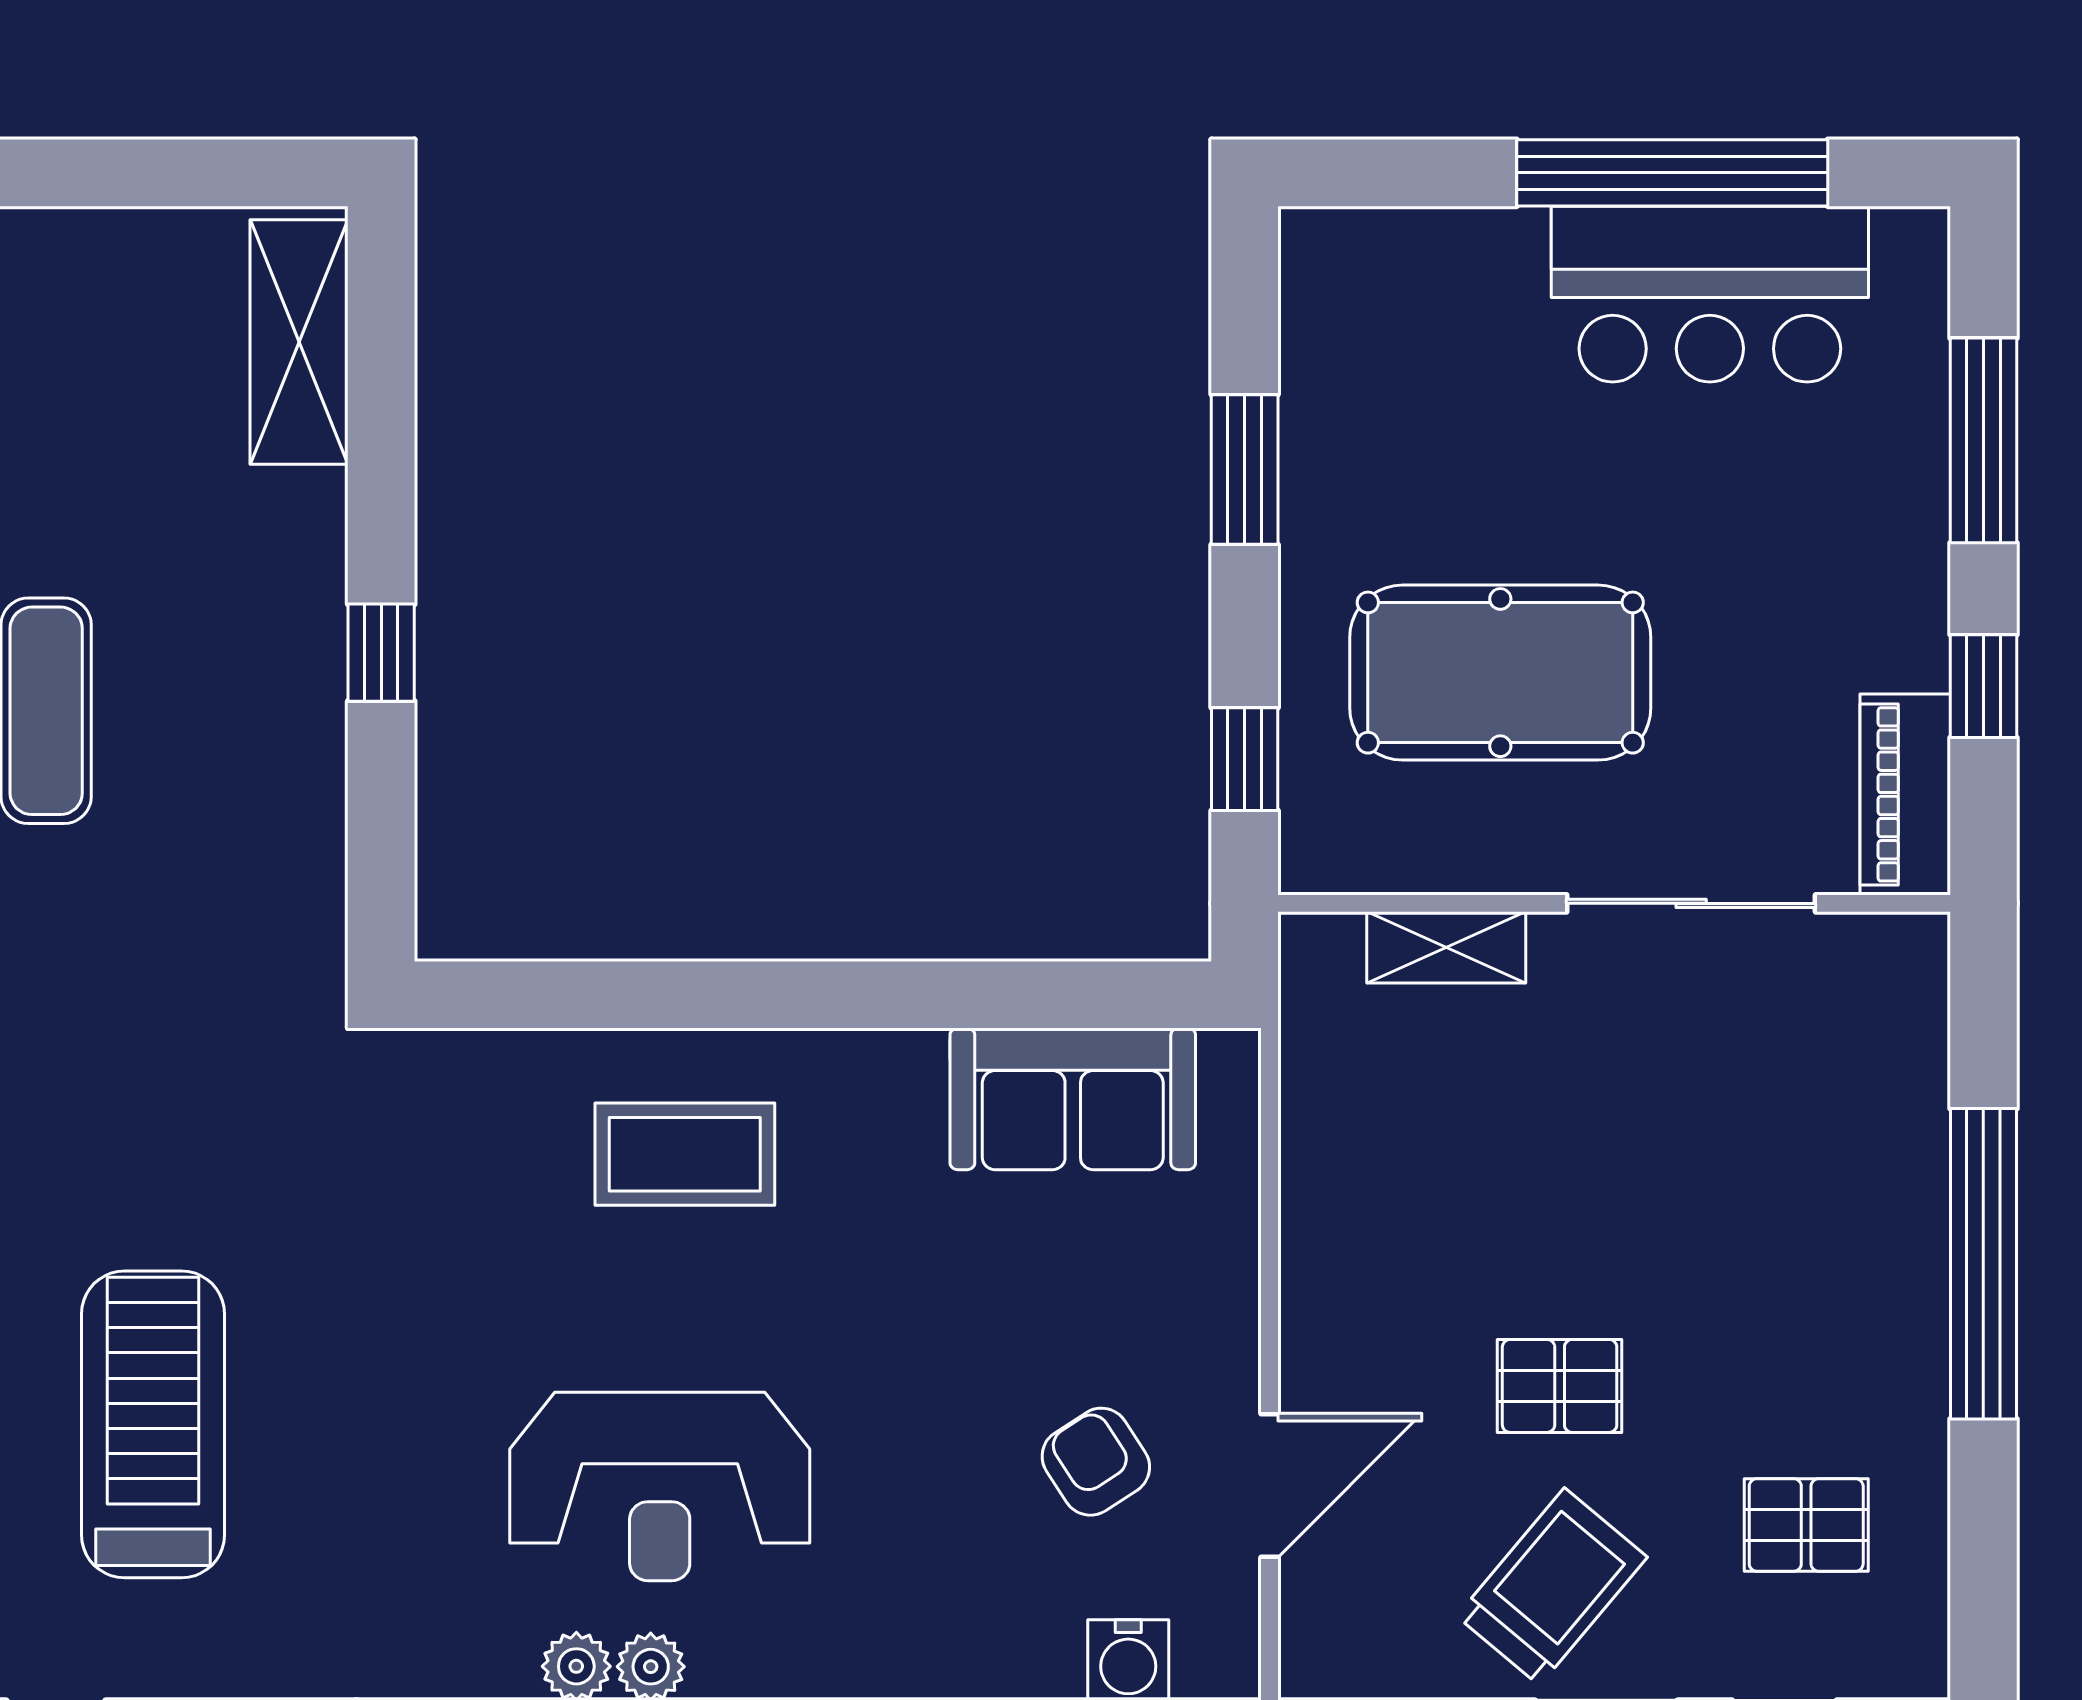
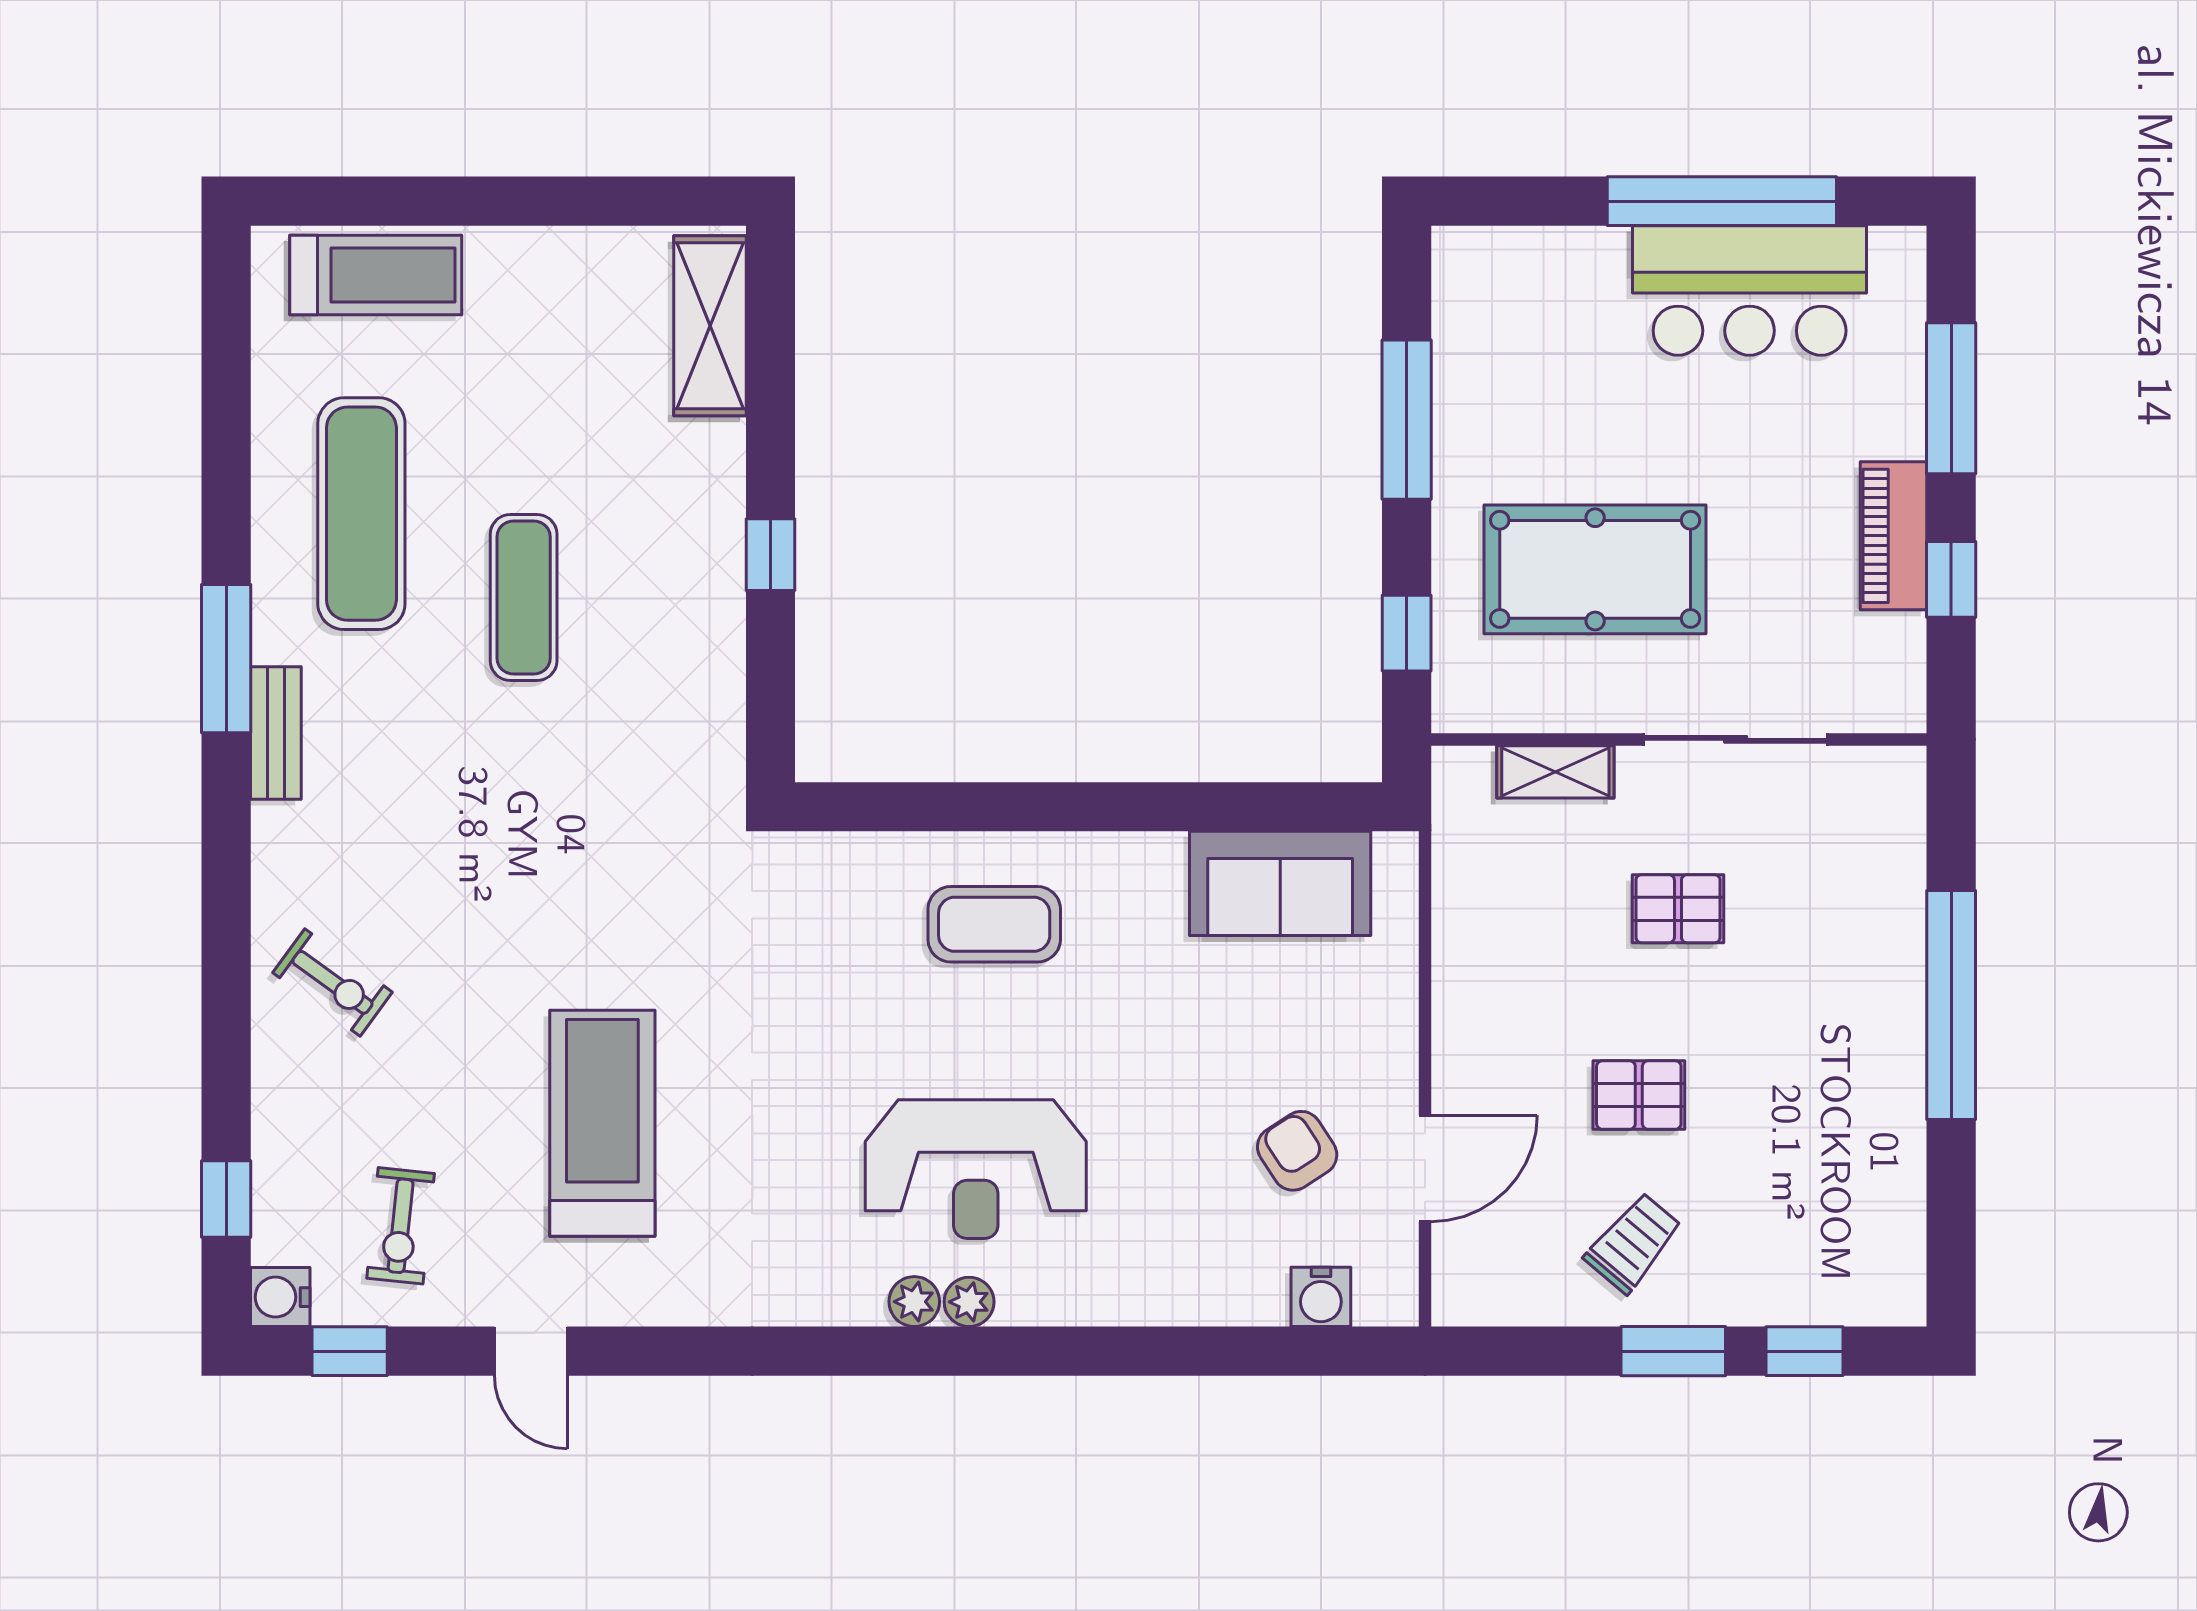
window: (1245, 470) -> (1407, 420), width x1.44
piano: (1905, 794) -> (1894, 536), moved
pallet: (1806, 1525) -> (1678, 909), moved
trolley: (1552, 1587) -> (1633, 1243), width x0.73, depth x0.72

